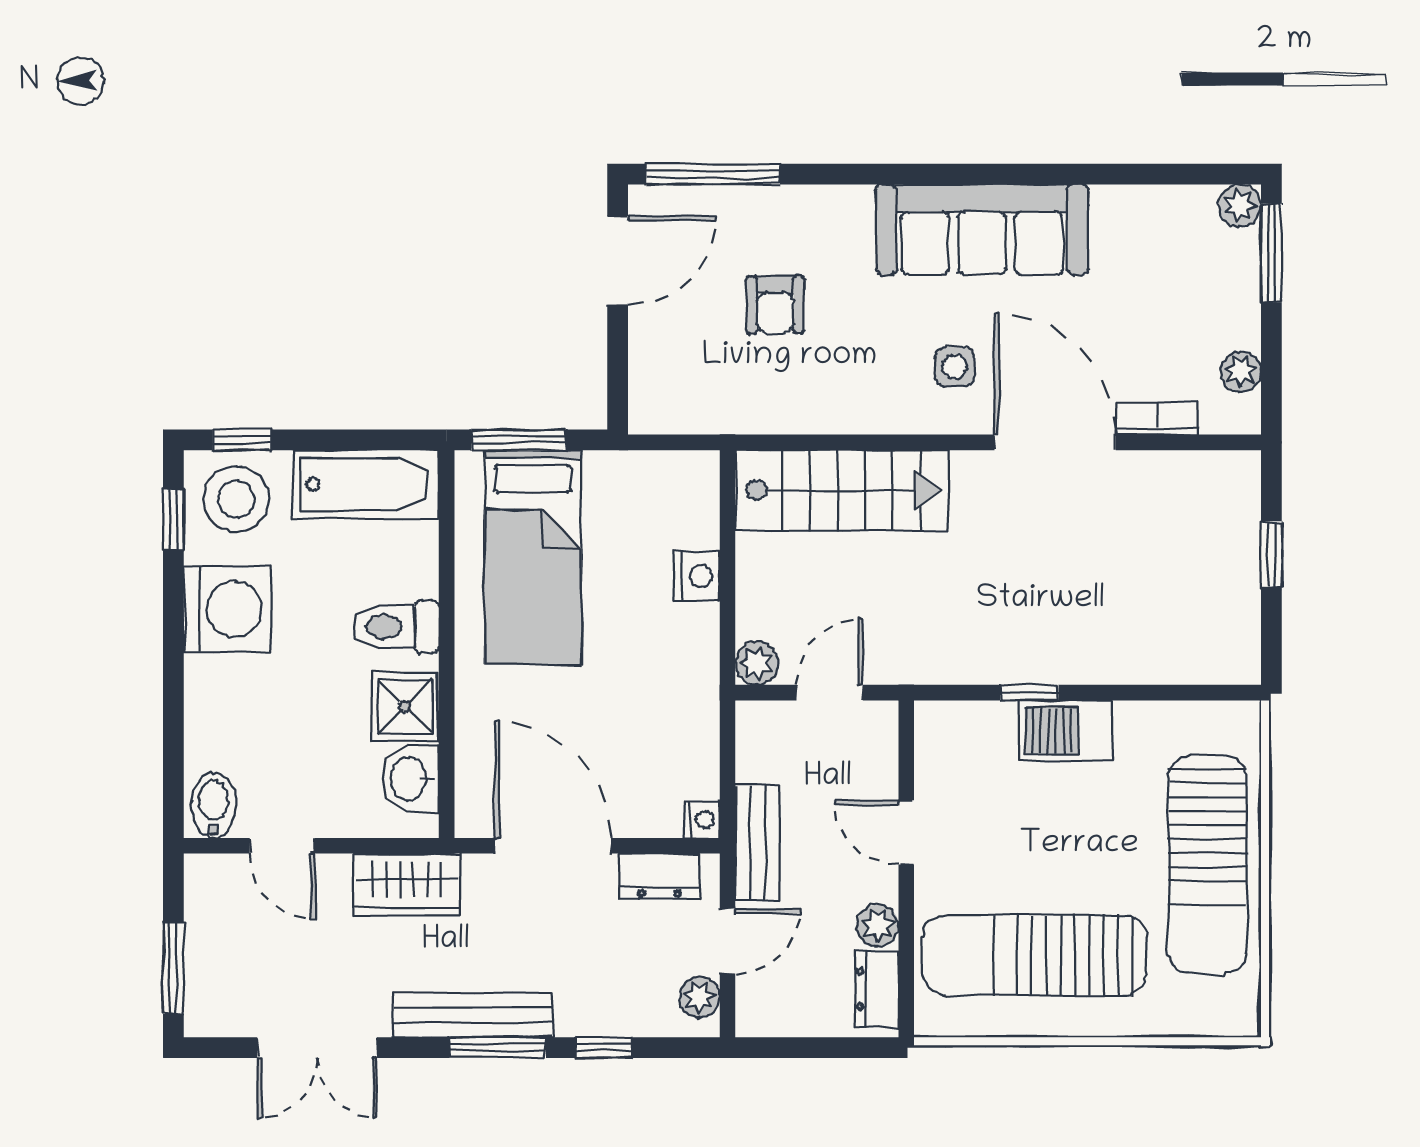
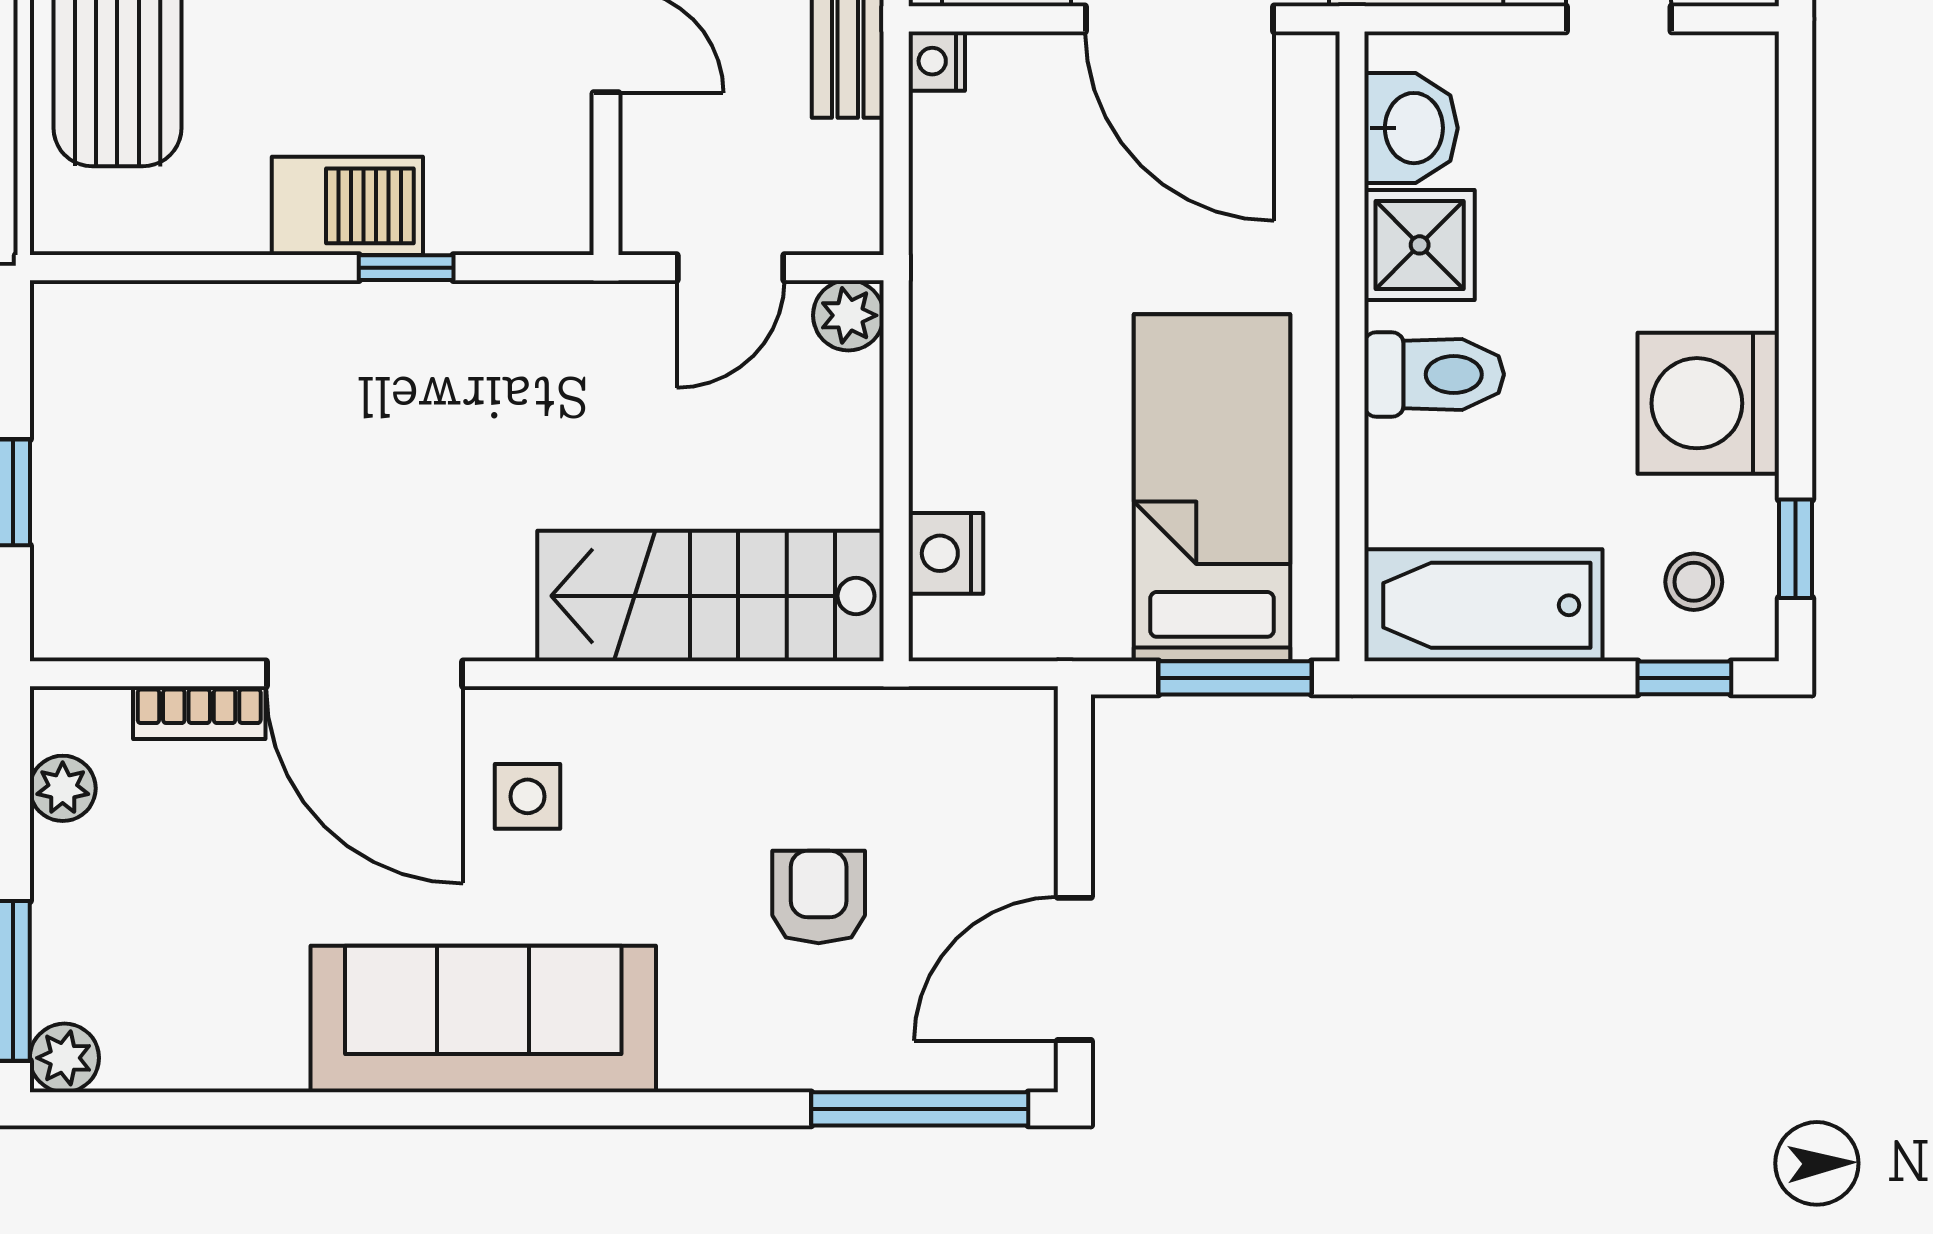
stool: (236, 499) -> (1694, 582), width x0.53, depth x0.53
nightstand: (697, 576) -> (946, 553), moved
bidet: (214, 805) -> (1730, 85), removed

